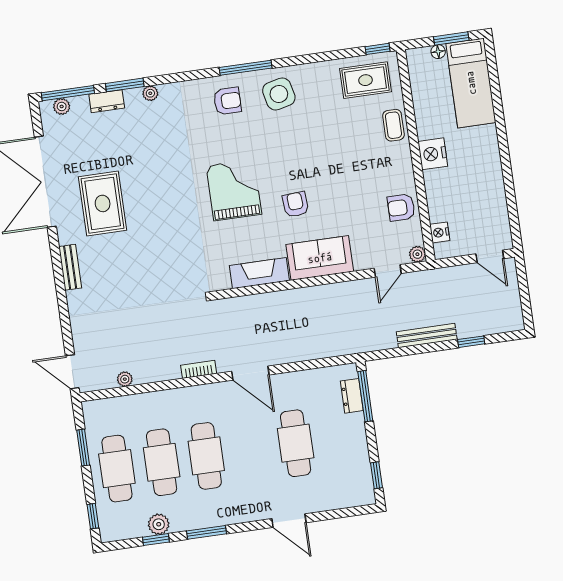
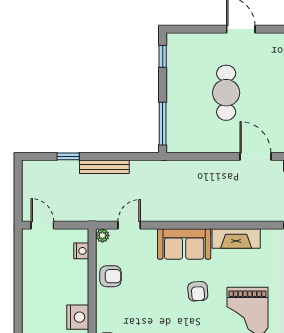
dresser: (352, 396) -> (174, 125), removed

